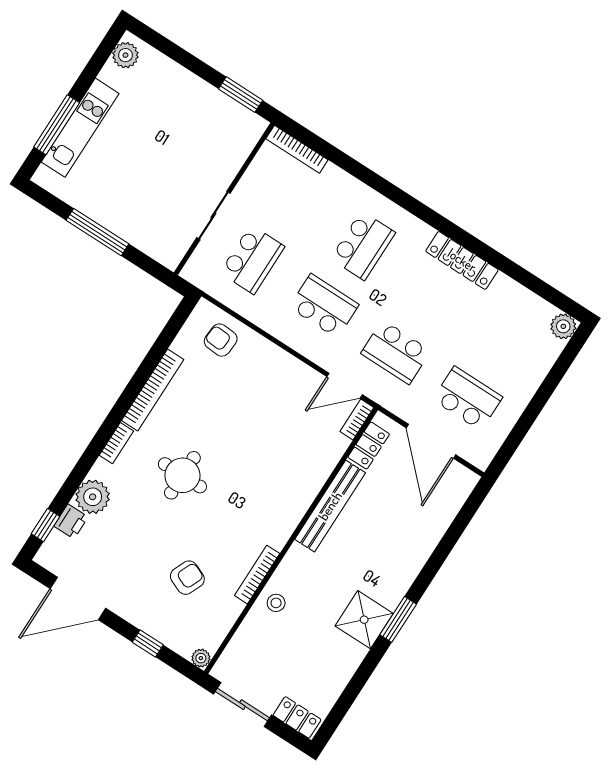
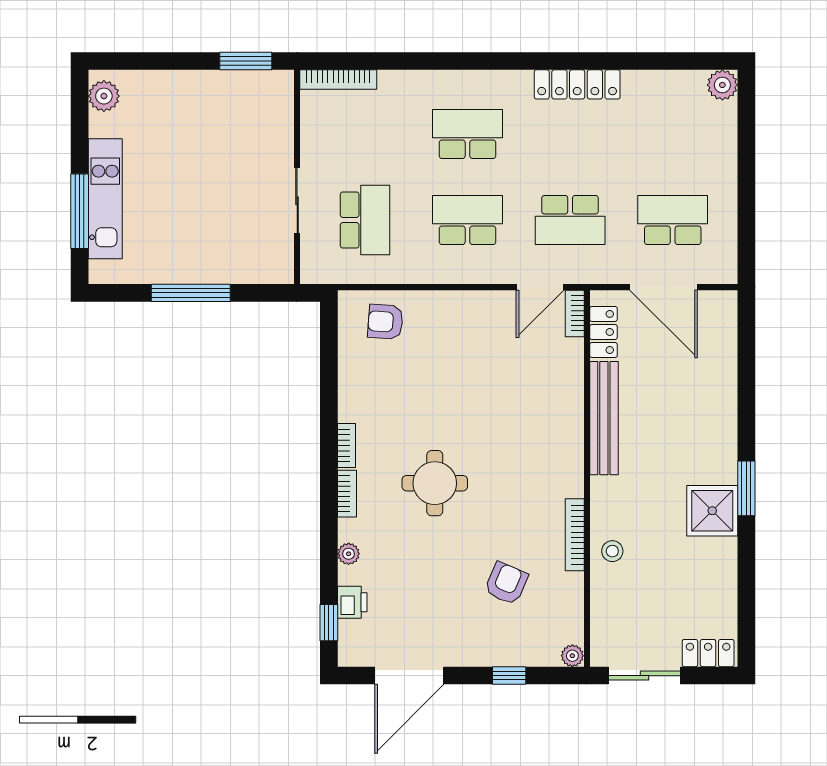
school desk: (363, 246) -> (467, 134), turned -90
bookcase: (153, 390) -> (346, 446), width x0.43, depth x0.76
plant: (93, 497) -> (349, 554), width x0.53, depth x0.53

